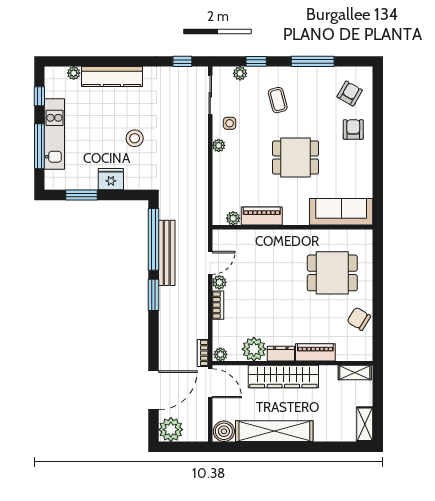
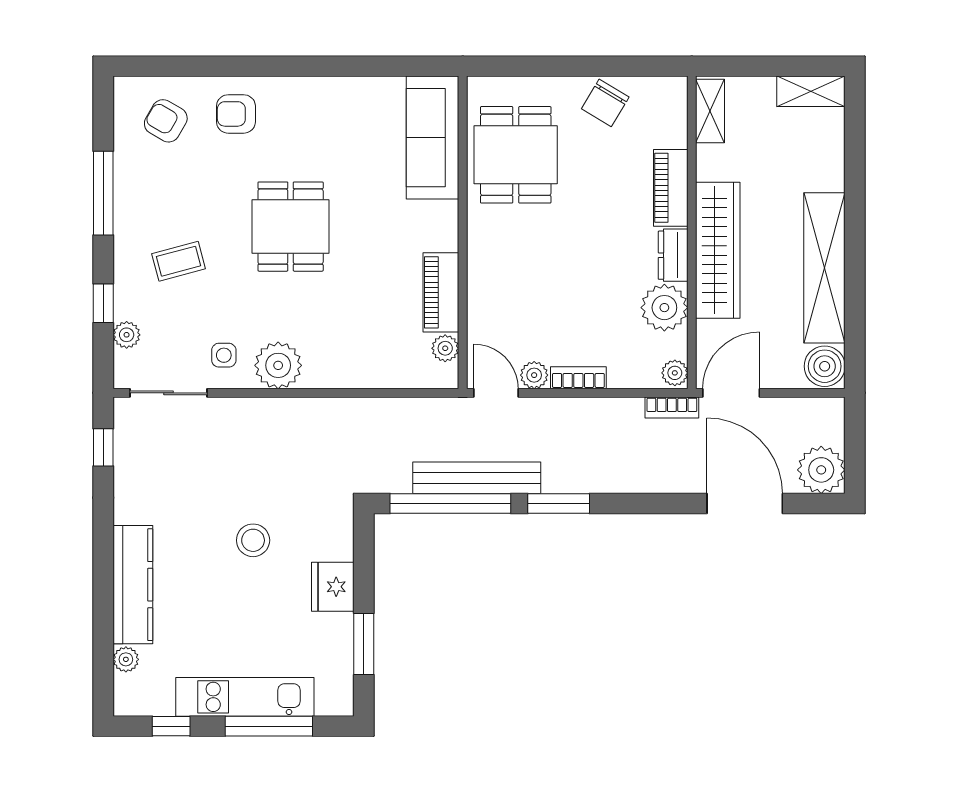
plant: (219, 145) -> (278, 365), width x1.88, depth x1.88
sofa: (341, 212) -> (433, 138), moved
piano: (262, 216) -> (441, 292), moved
plant: (233, 218) -> (445, 348), moved
wall: (292, 227) -> (463, 232), moved

